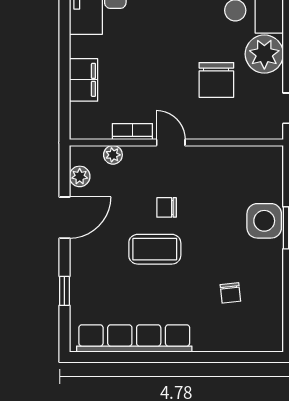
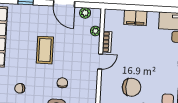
chair: (216, 80) -> (132, 87), turned 180
chair: (167, 207) -> (62, 83), moved

